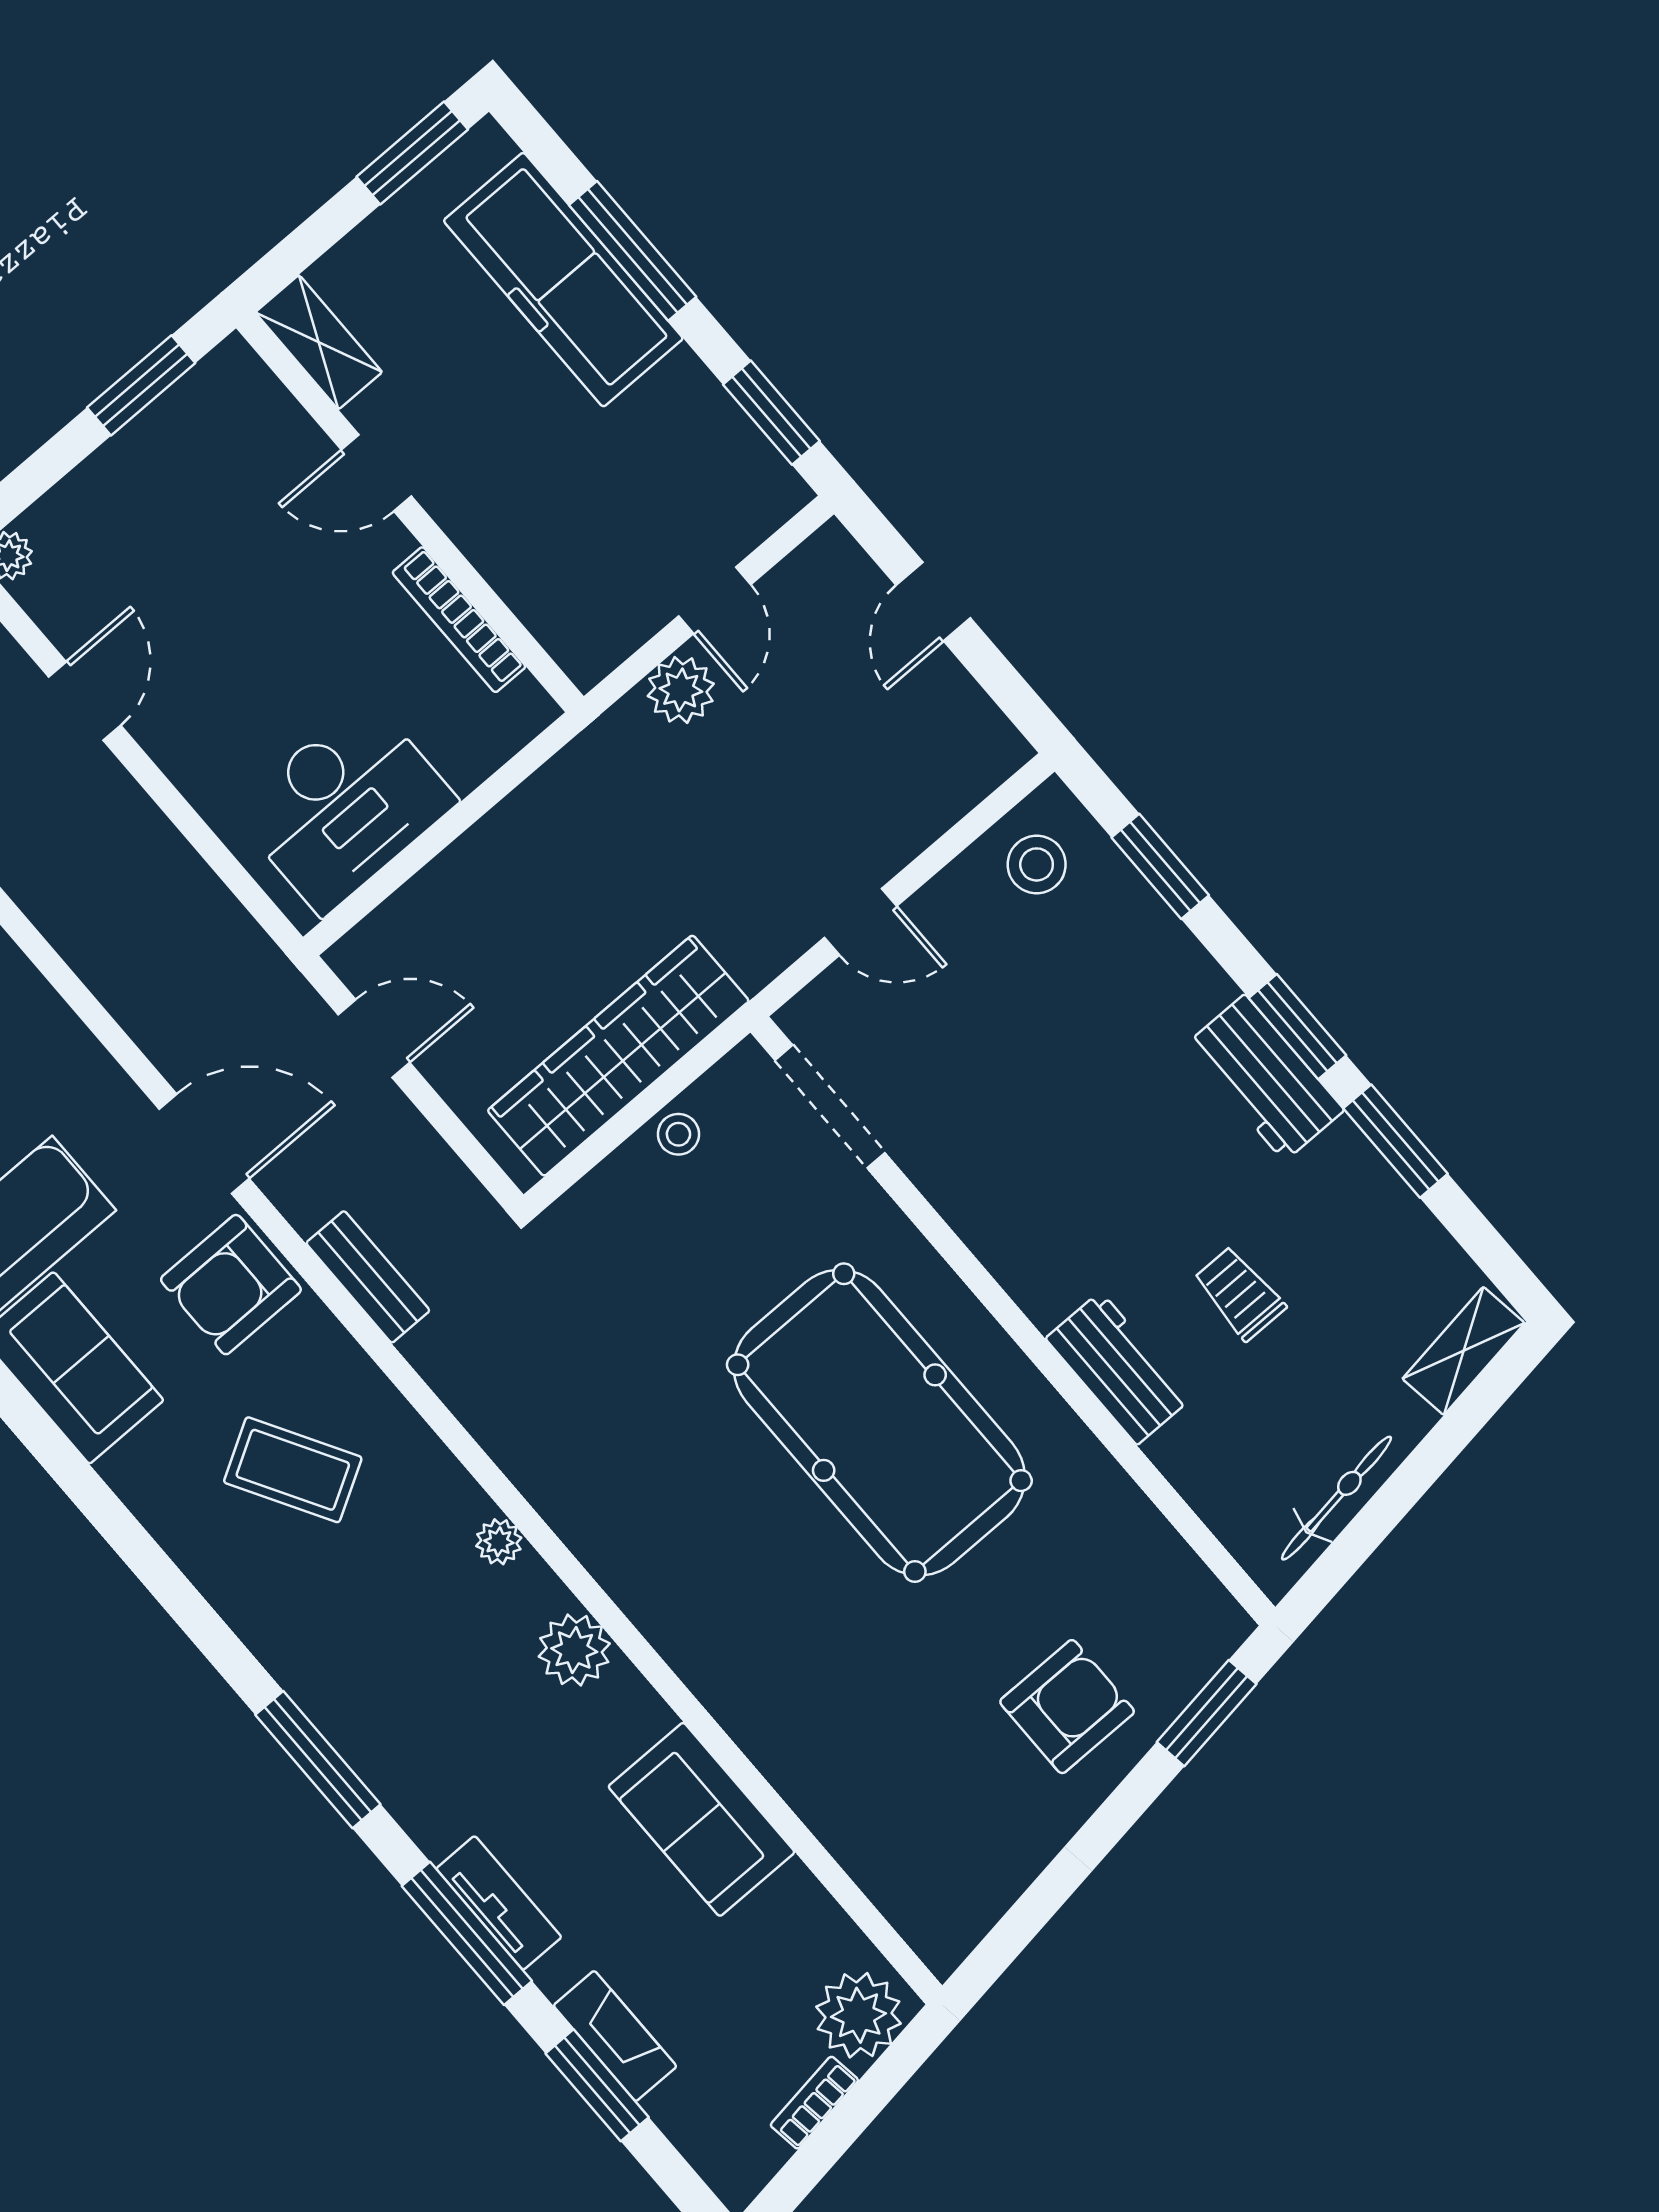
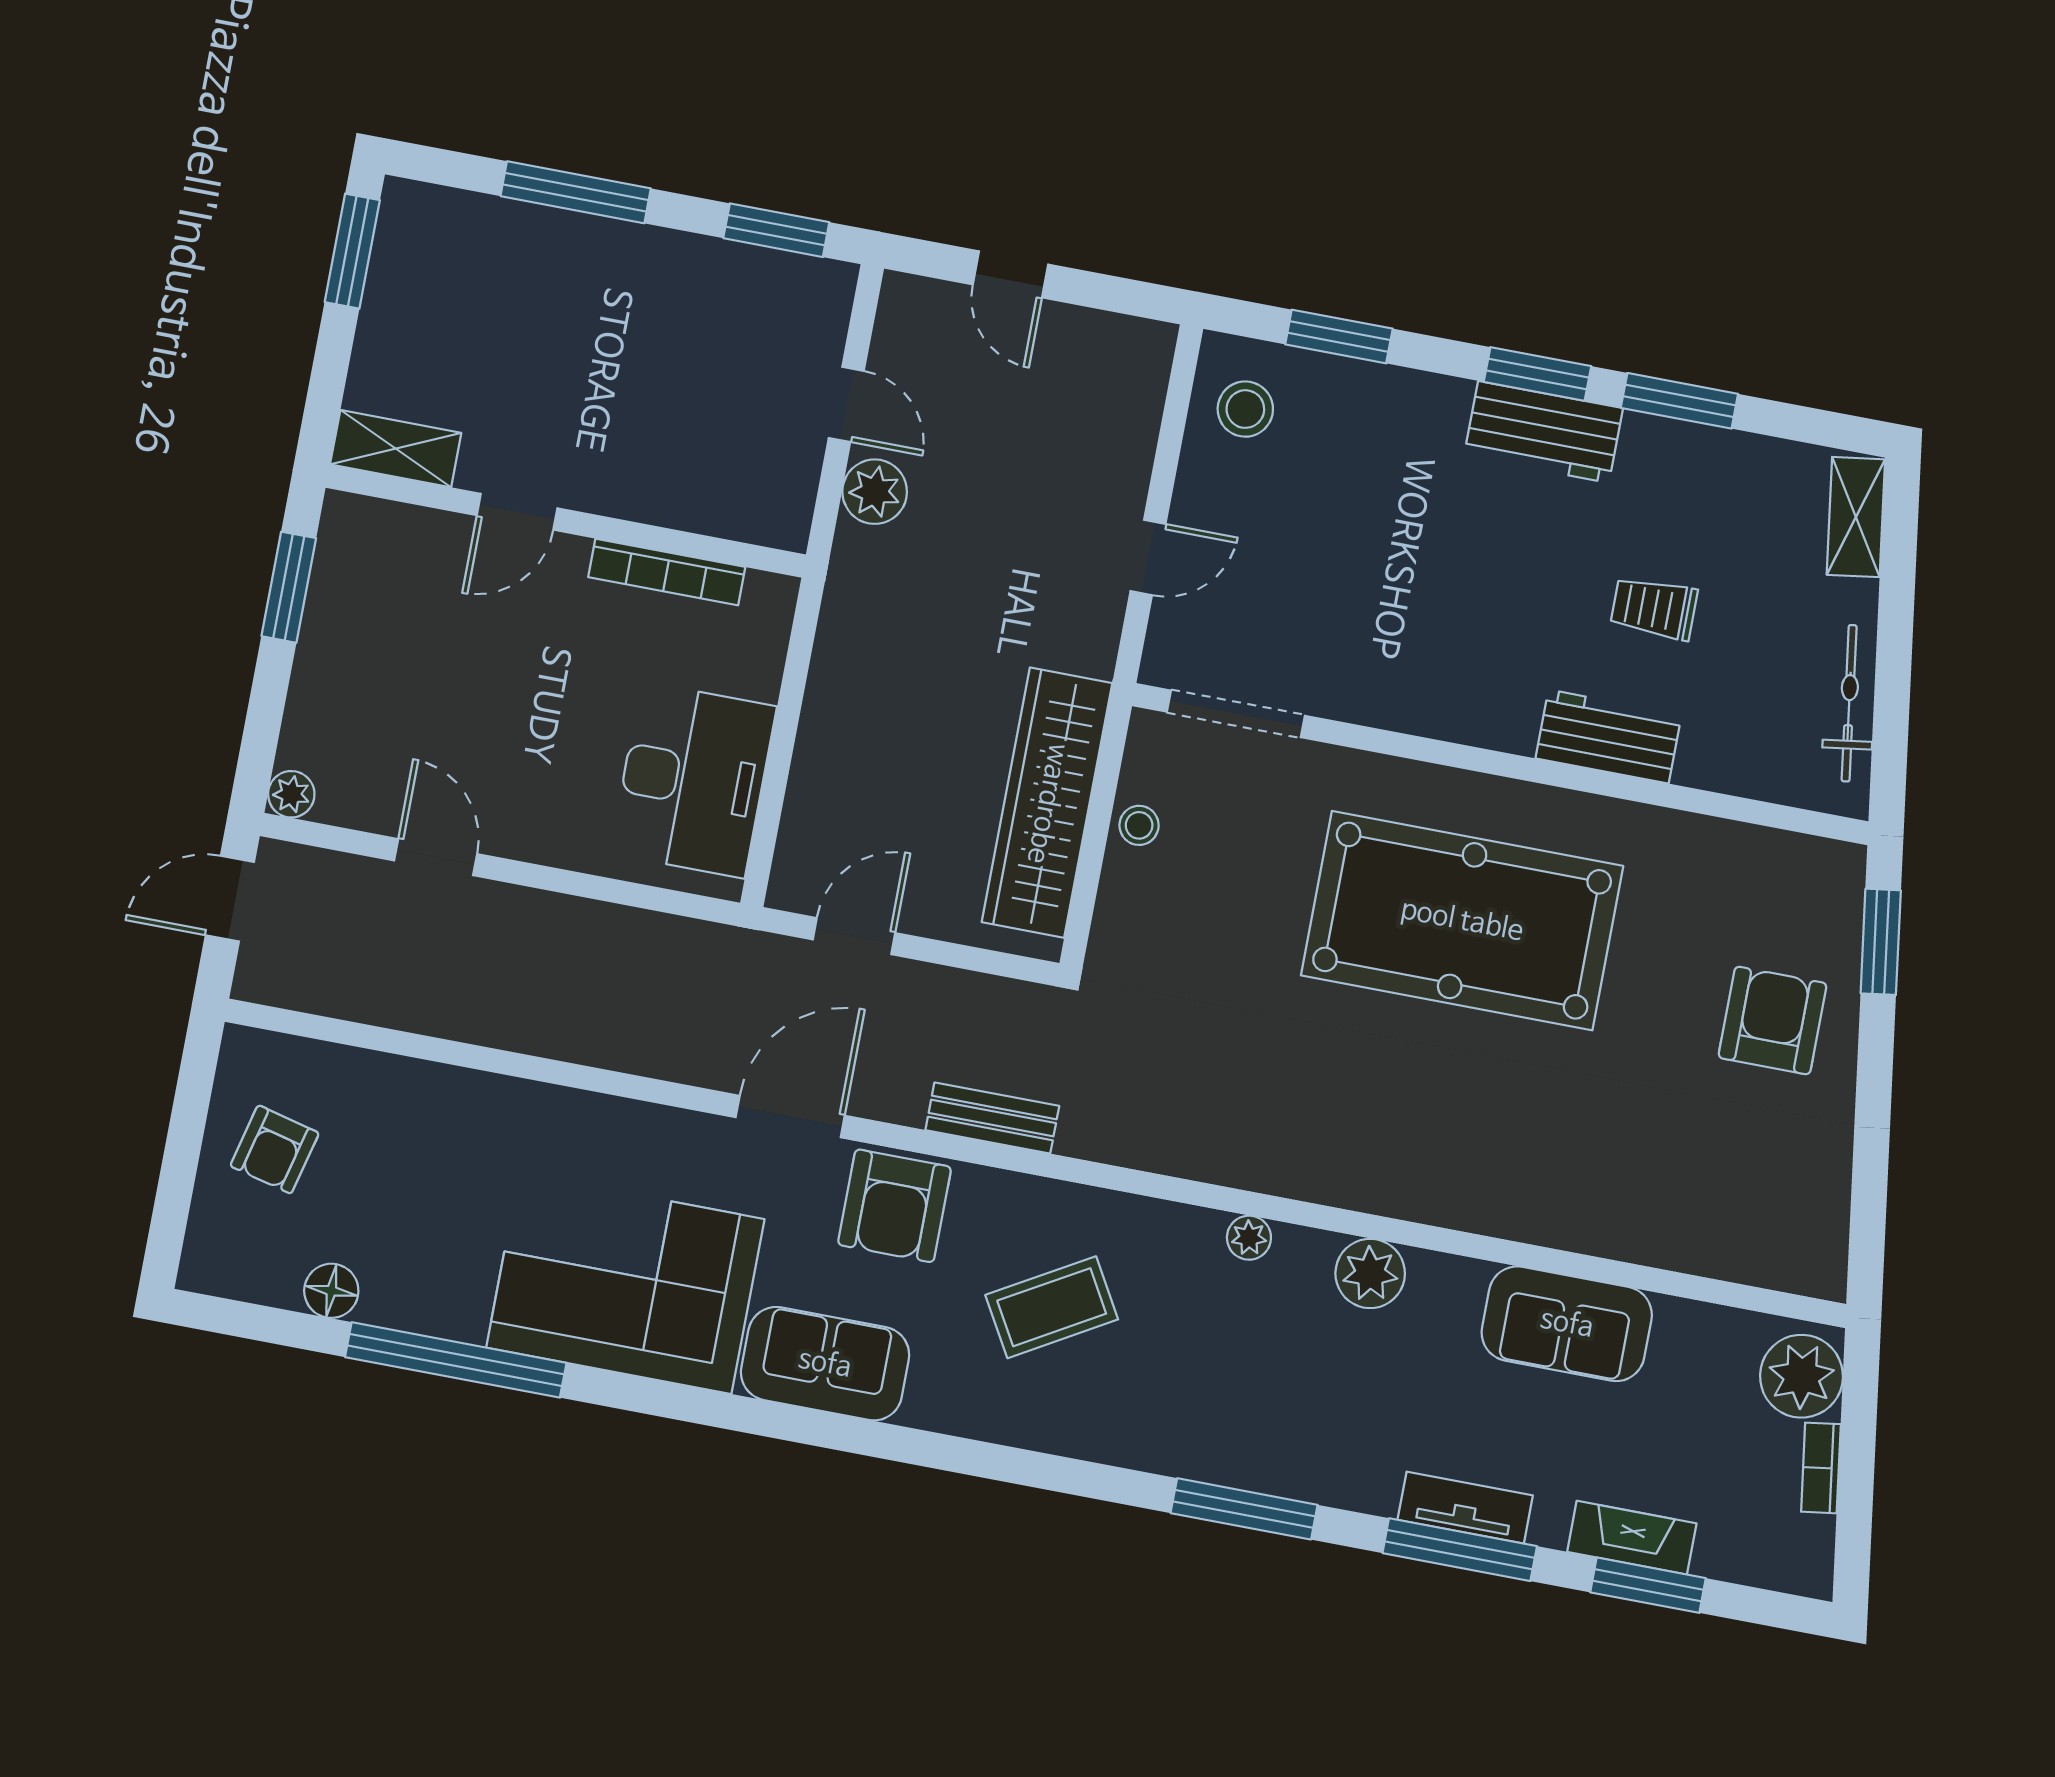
freezer: (563, 280) -> (541, 255), removed

